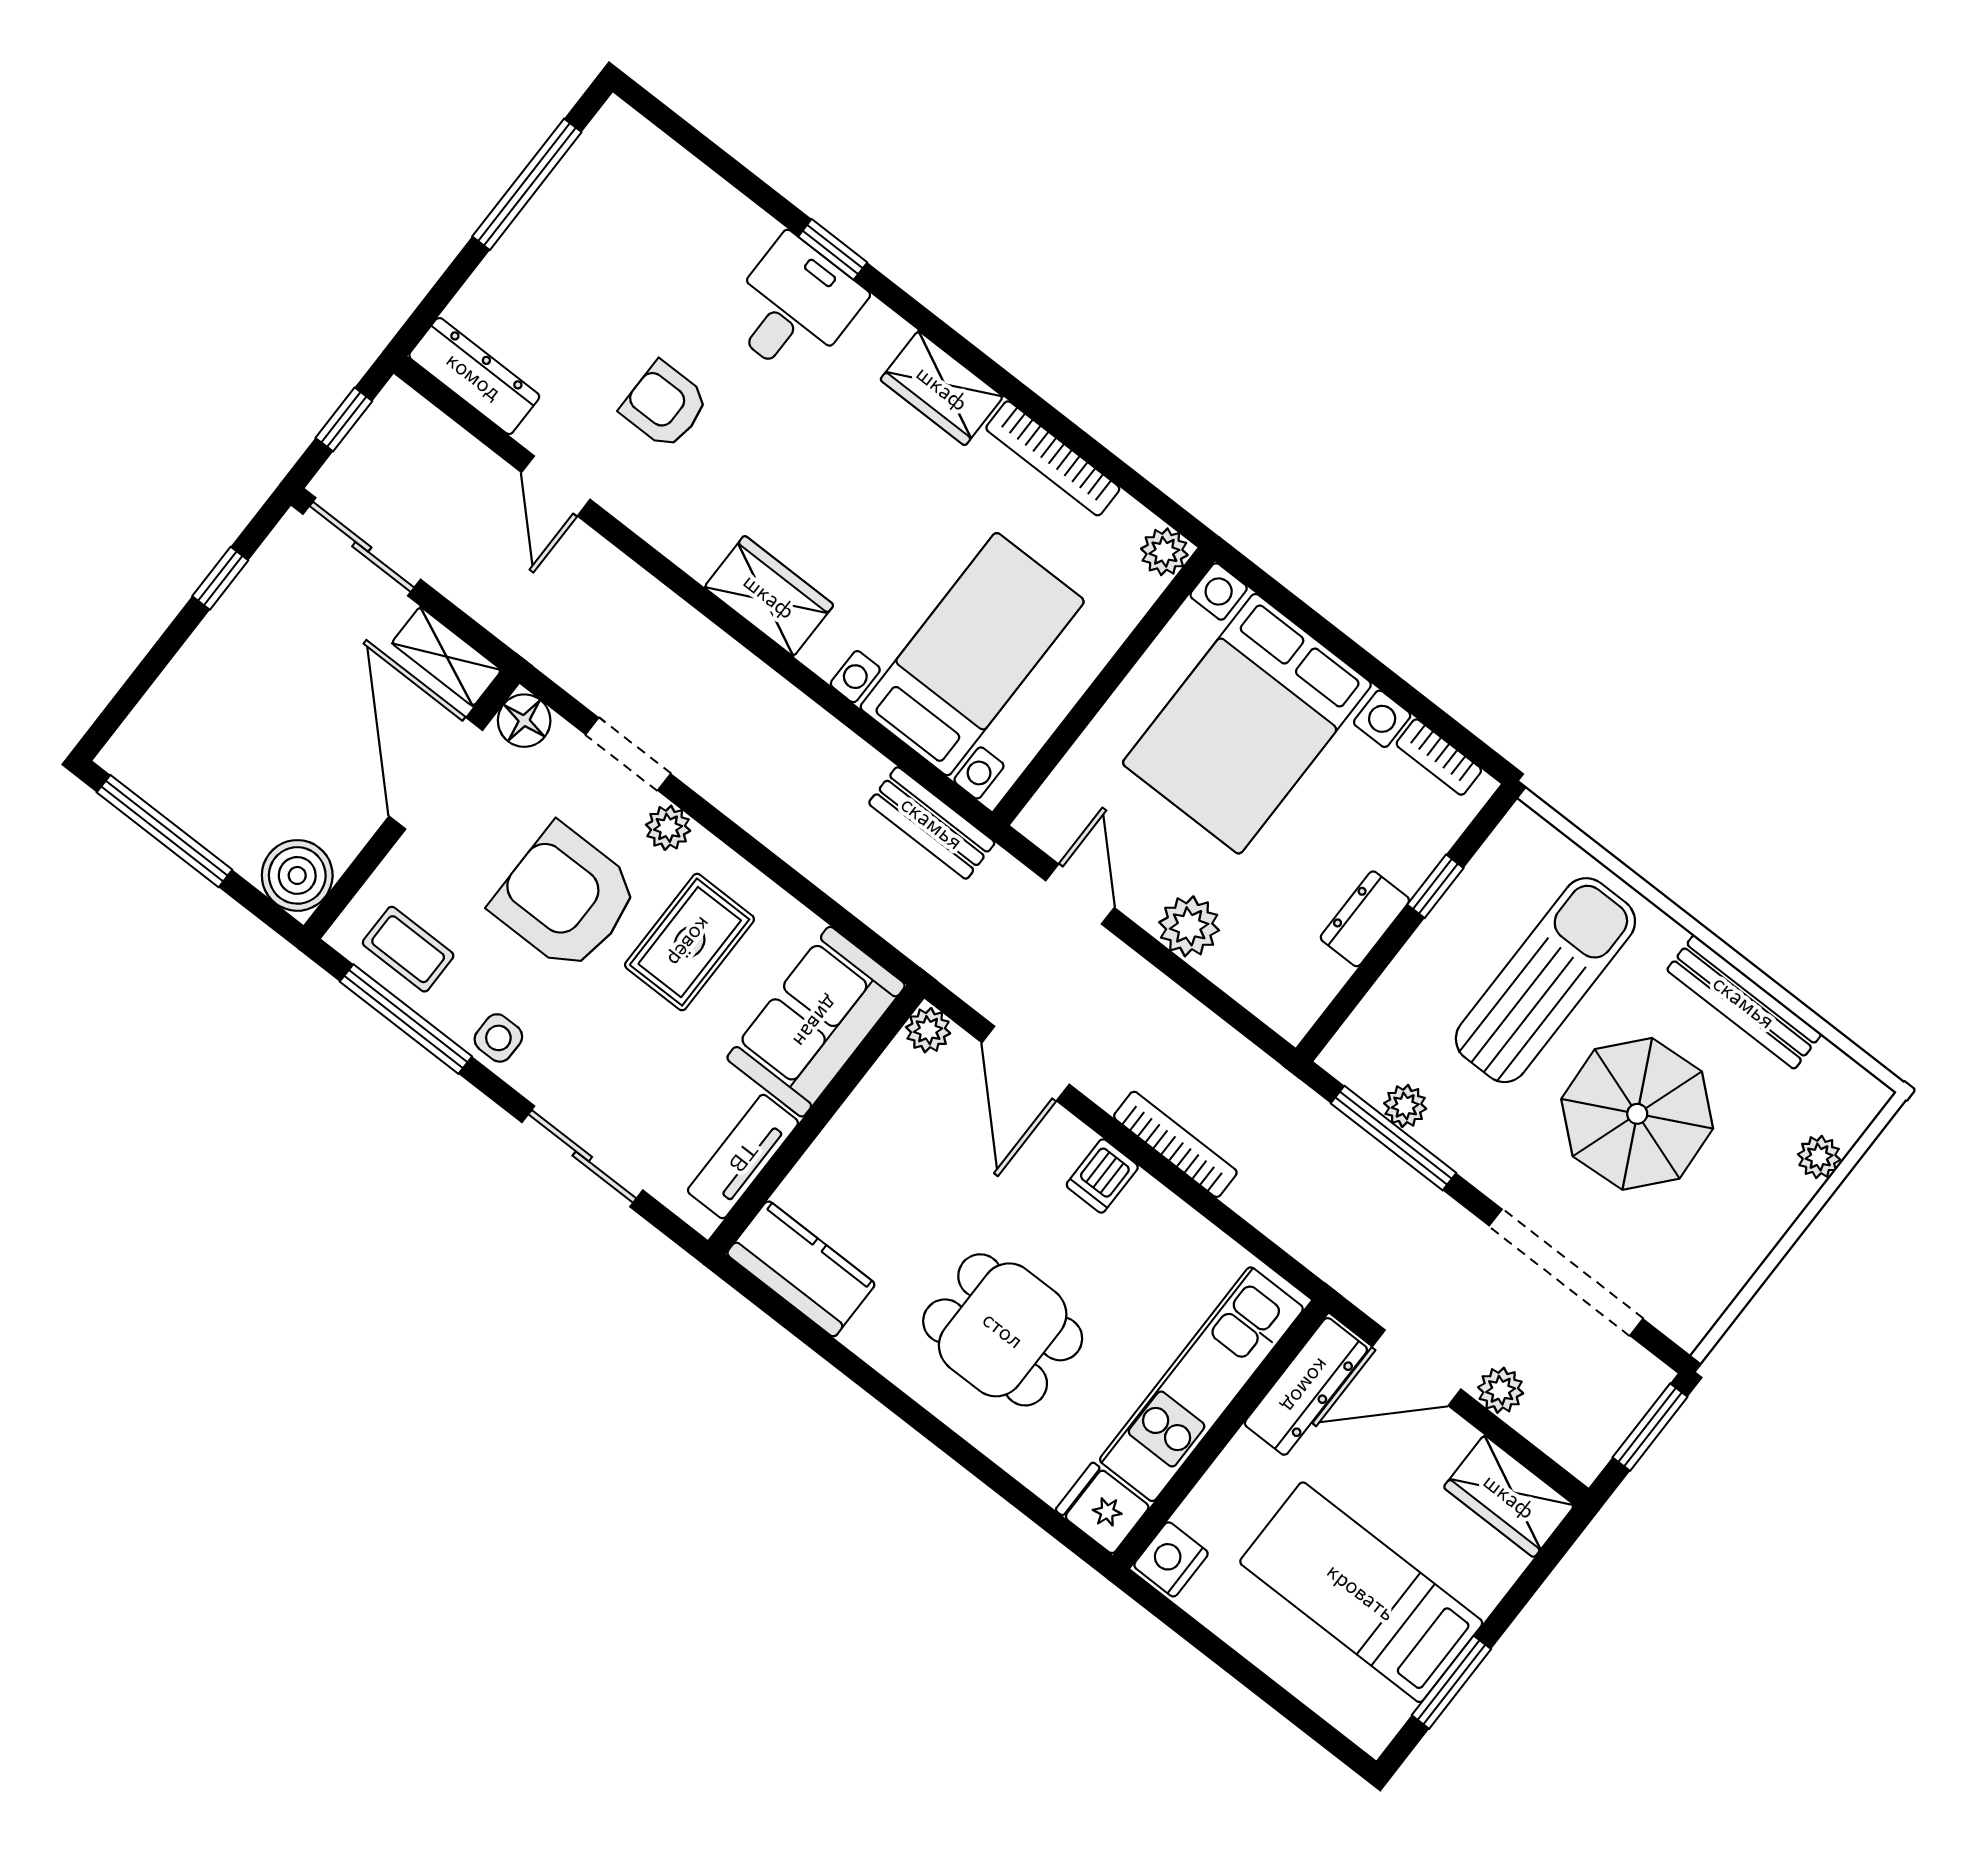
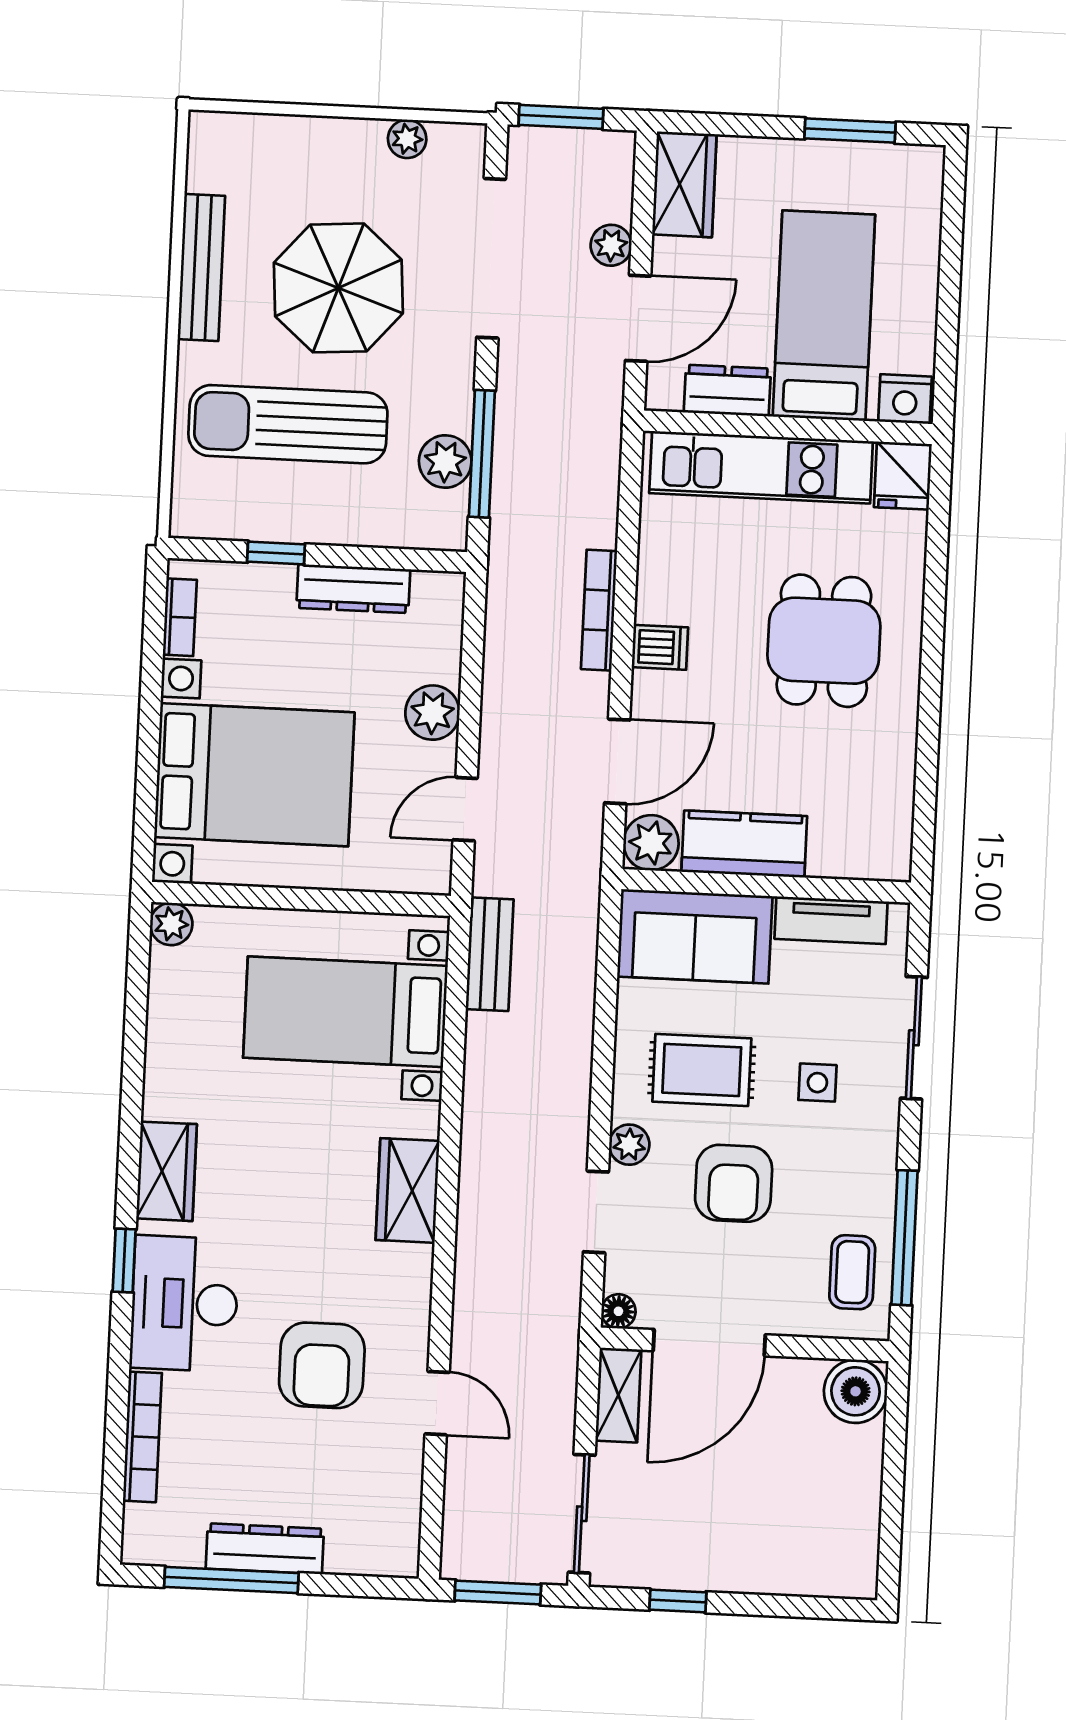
window: (833, 249) -> (124, 1260), moved
desk: (793, 307) -> (184, 1304), width x1.37
dresser: (474, 376) -> (265, 1549), moved, turned 90
armchair: (665, 405) -> (322, 1365), width x1.38, depth x1.38
window: (344, 419) -> (498, 1593), width x1.50
bookcase: (1053, 458) -> (142, 1437), moved
door: (556, 486) -> (437, 1403), hinge flipped
floor lamp: (524, 721) -> (618, 1311), width x0.73, depth x0.73
window: (164, 831) -> (892, 1511), removed
armchair: (566, 898) -> (734, 1183), width x0.73, depth x0.73
dresser: (1365, 919) -> (353, 589), width x1.44
plant: (928, 1030) -> (651, 843), width x1.38, depth x1.38
side table: (498, 1038) -> (817, 1083), moved
plant: (1405, 1106) -> (445, 461), width x1.38, depth x1.38
plant: (1819, 1157) -> (407, 139), moved
kitchen counter: (801, 1269) -> (744, 844), moved, turned 90
door: (1417, 1368) -> (638, 318), hinge flipped
dresser: (1306, 1386) -> (727, 391), width x0.70
bed: (1361, 1592) -> (824, 316), moved, turned 180

